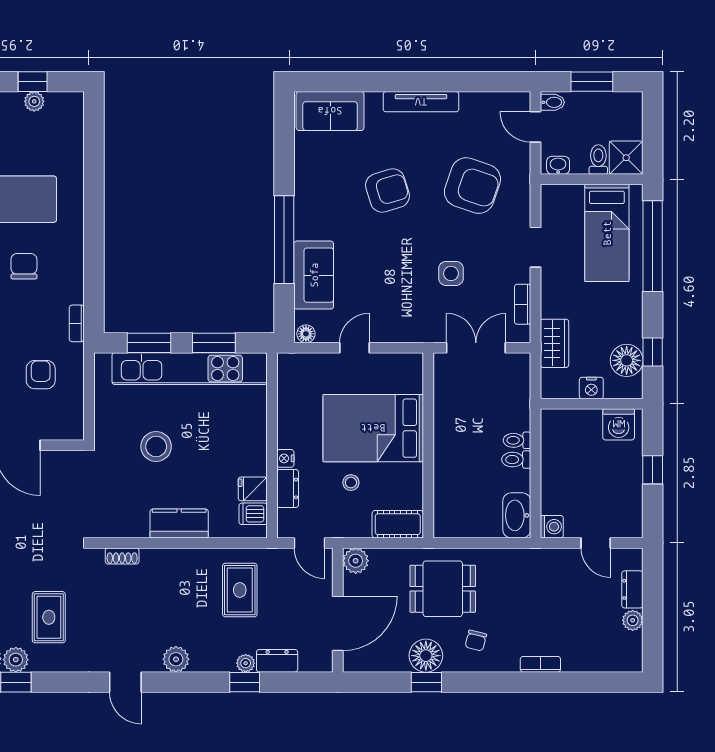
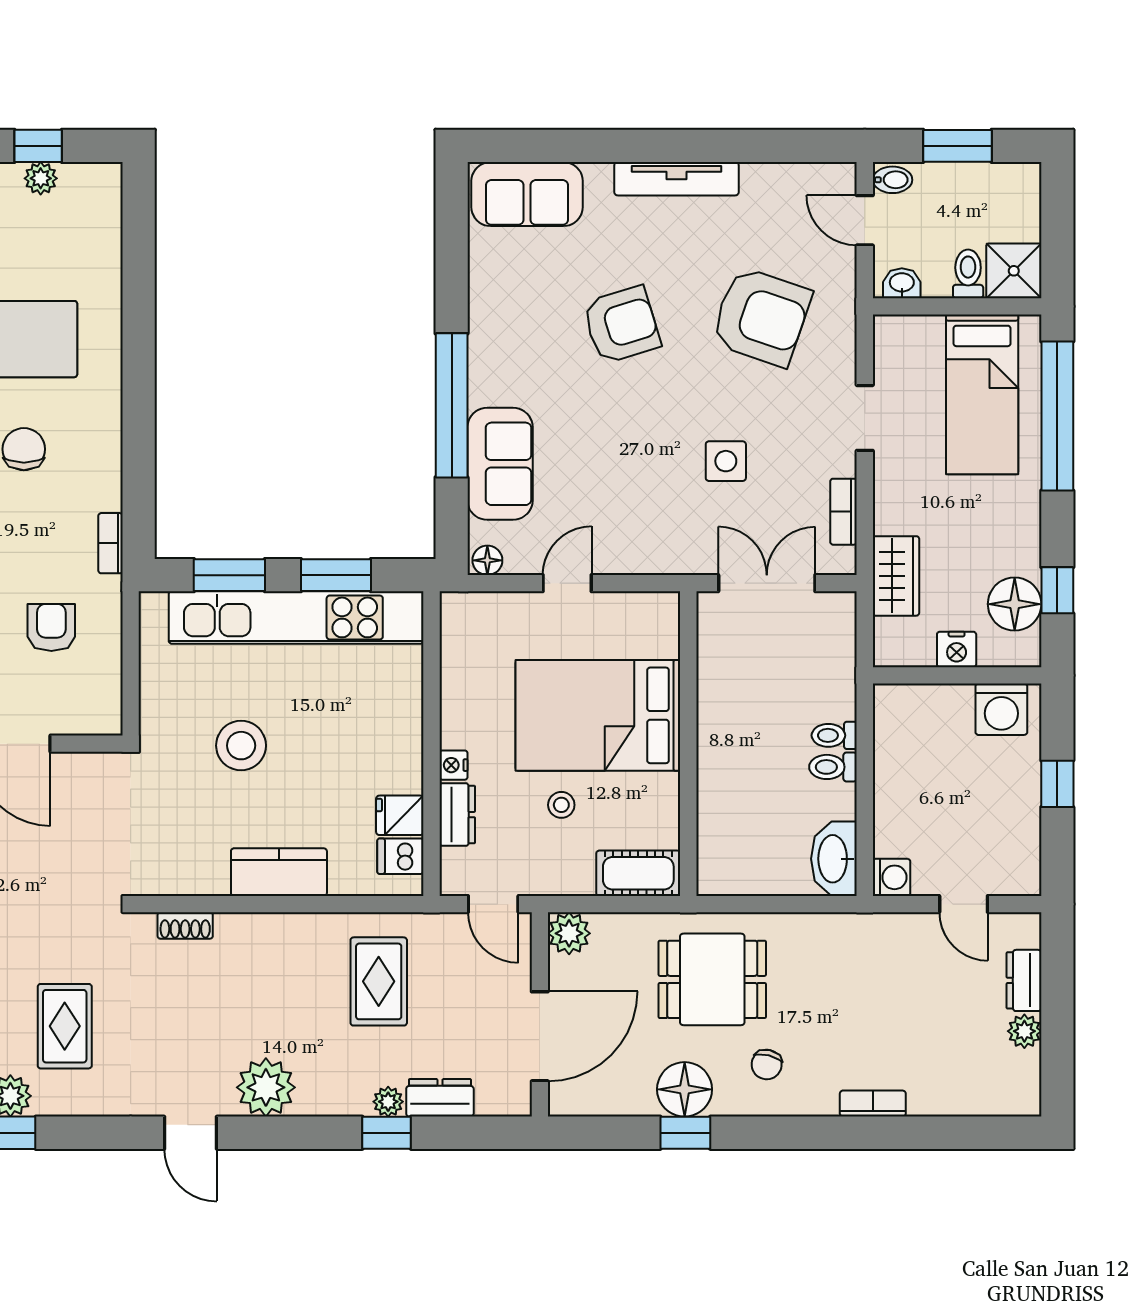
plant: (176, 659) -> (266, 1087), width x1.36, depth x1.36

